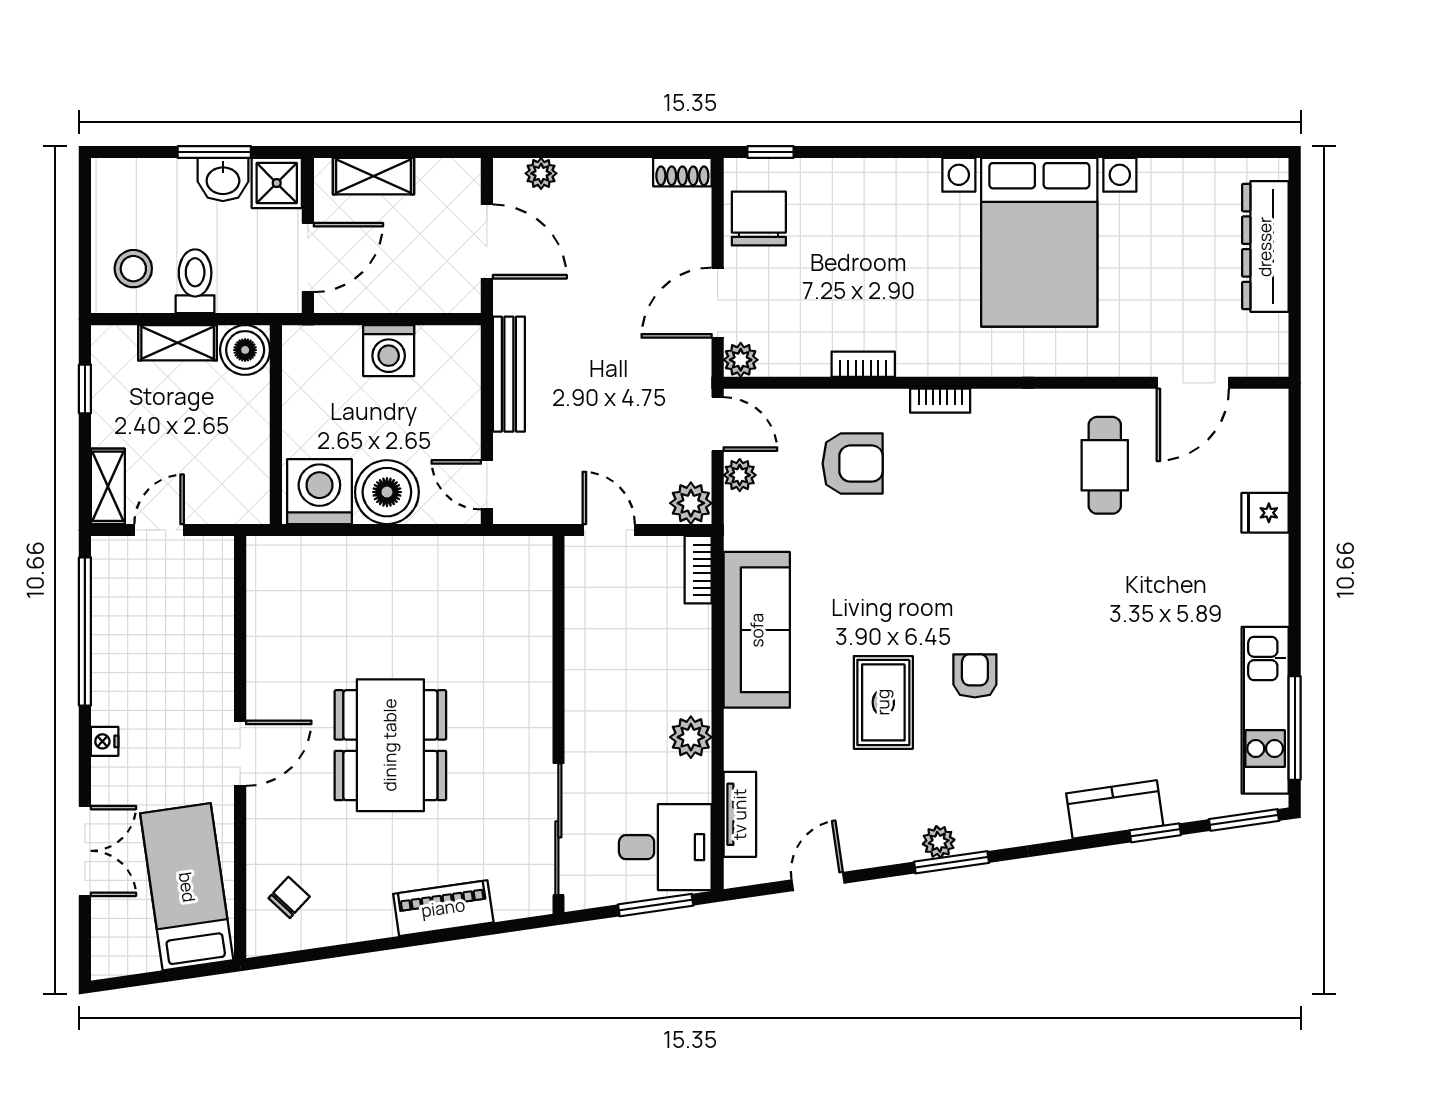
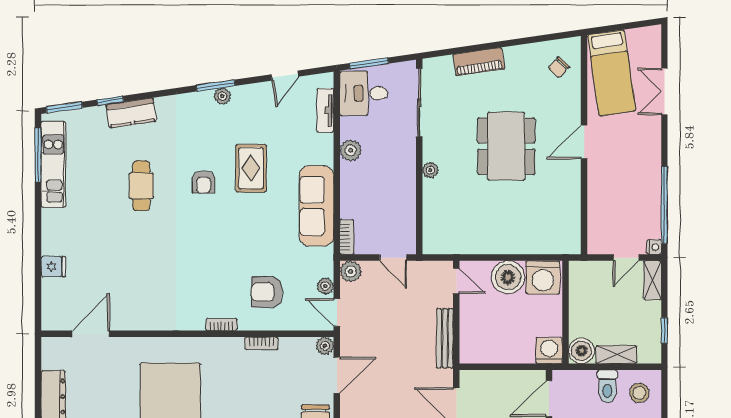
washing machine: (389, 351) -> (549, 350), moved
cafe table: (1105, 465) -> (141, 186), moved
plant: (537, 699) -> (430, 170), added
nightstand: (105, 741) -> (654, 247), moved

